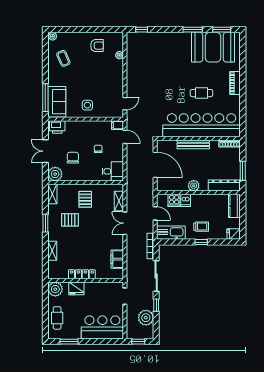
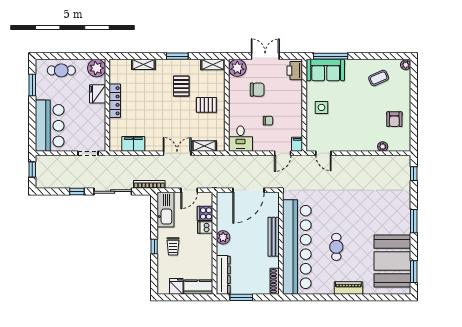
window: (193, 30) -> (414, 221), moved
fridge: (234, 234) -> (176, 286), moved
plant: (146, 318) -> (62, 179), removed

